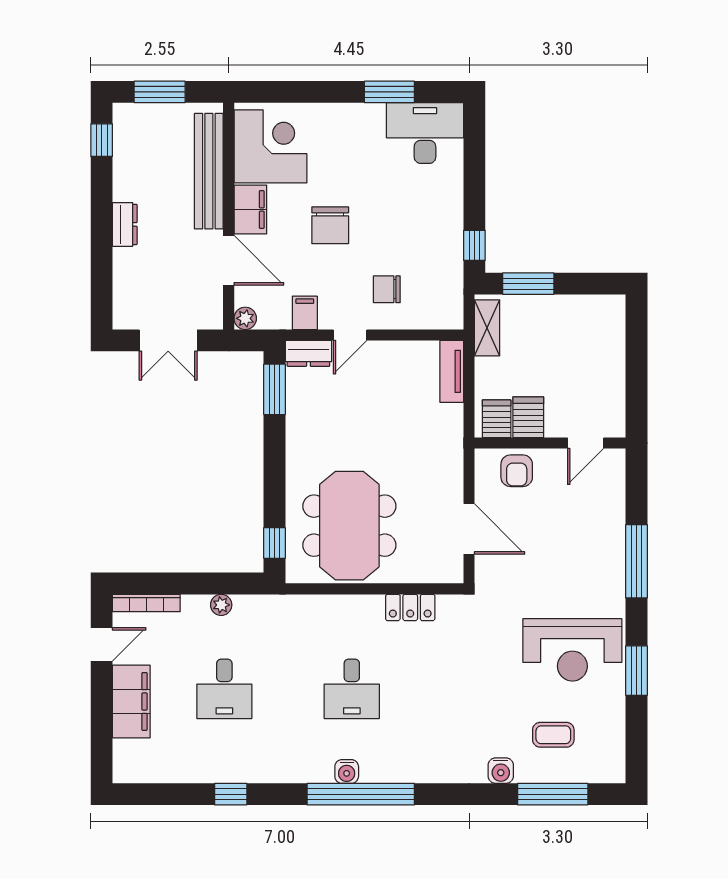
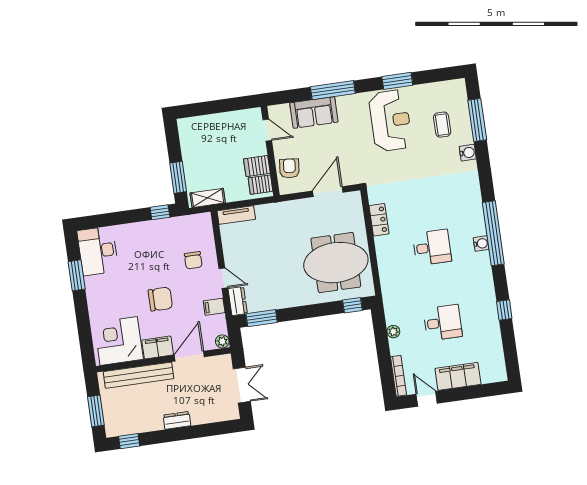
armchair: (517, 471) -> (289, 168), turned -84
sofa: (604, 525) -> (314, 113), added

